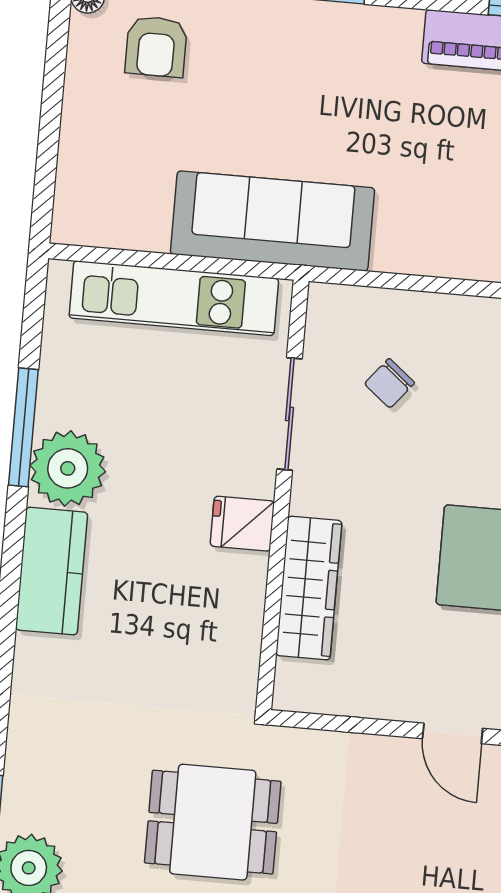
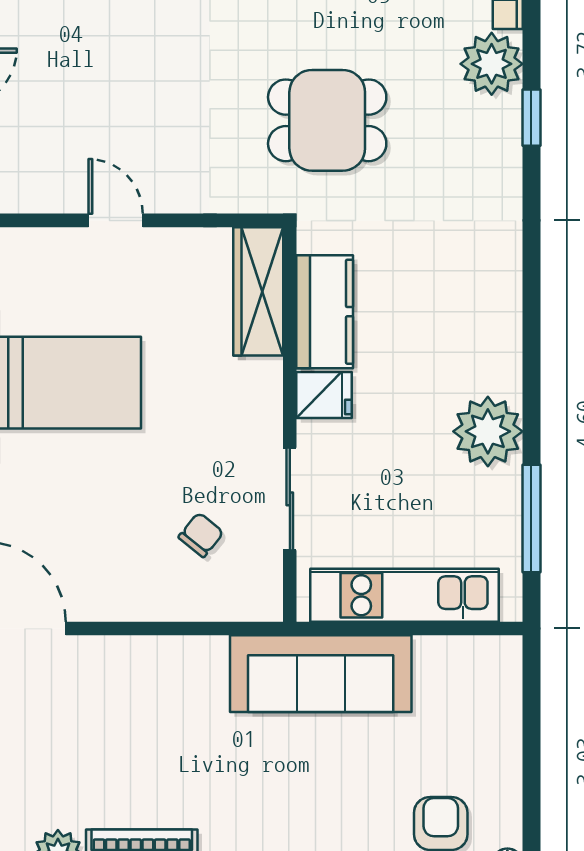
window: (23, 427) -> (531, 519), moved
kitchen counter: (52, 571) -> (325, 312), moved, turned 180
wardrobe: (309, 588) -> (258, 291), moved

